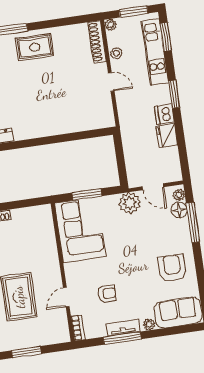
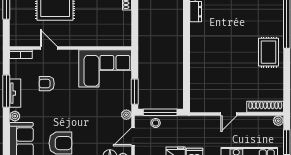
stool: (116, 53) -> (156, 123), moved
window: (121, 160) -> (160, 112), added
window: (87, 194) -> (135, 92), moved
plant: (130, 203) -> (126, 115), width x0.53, depth x0.53
armchair: (107, 293) -> (47, 84), turned 90

